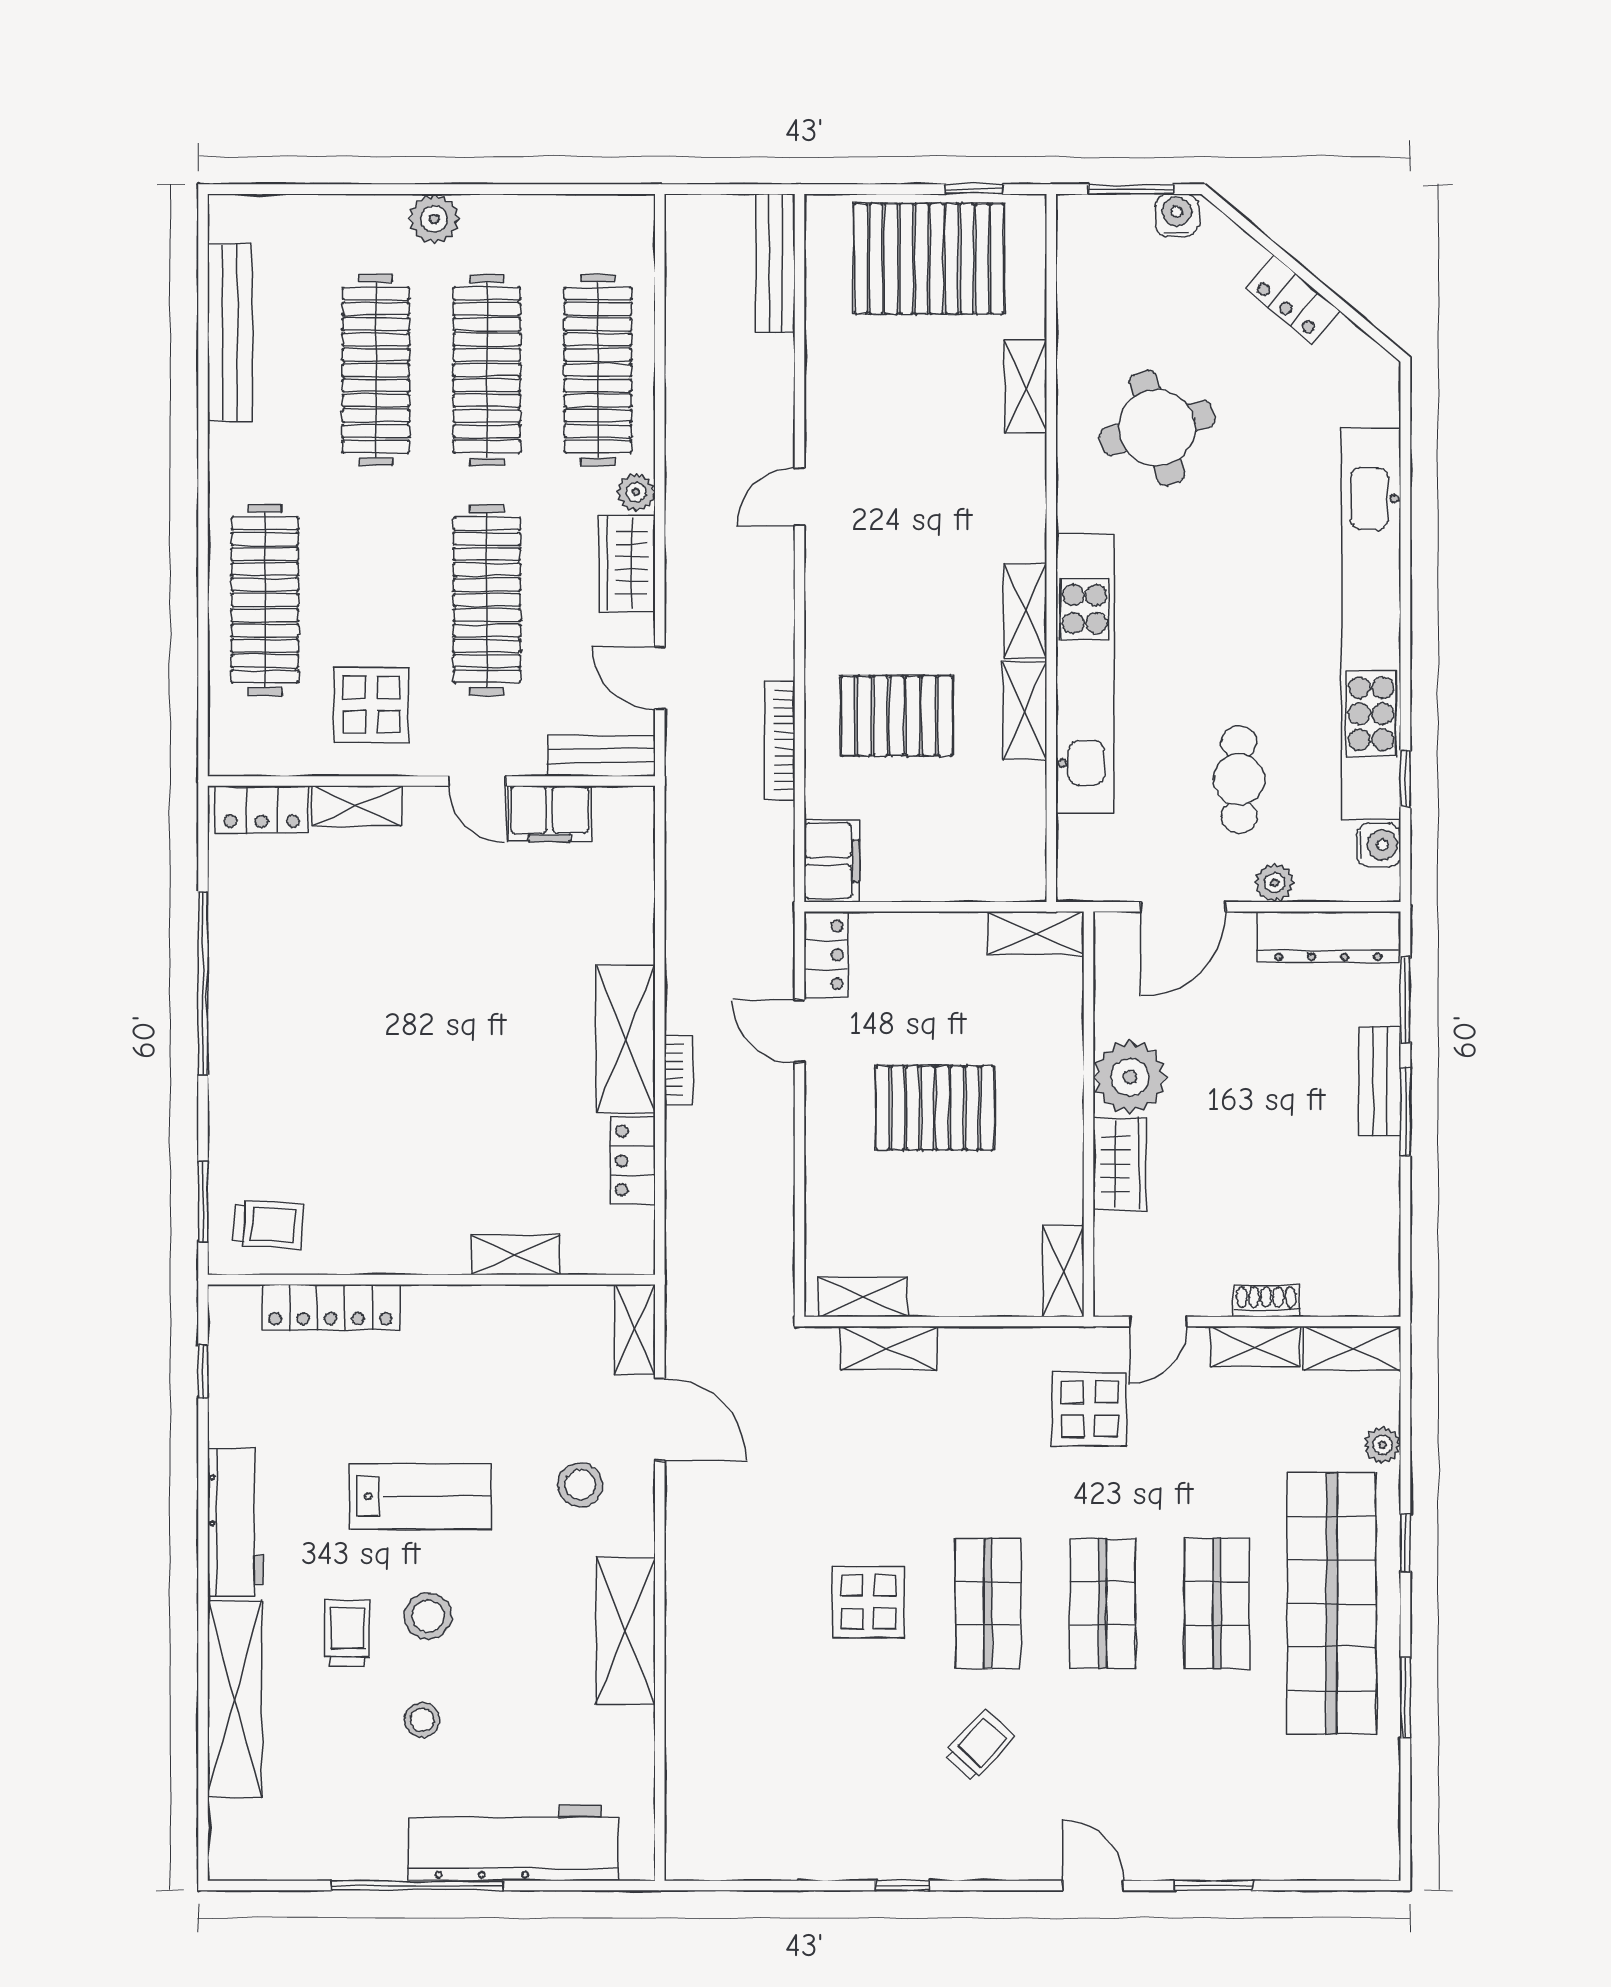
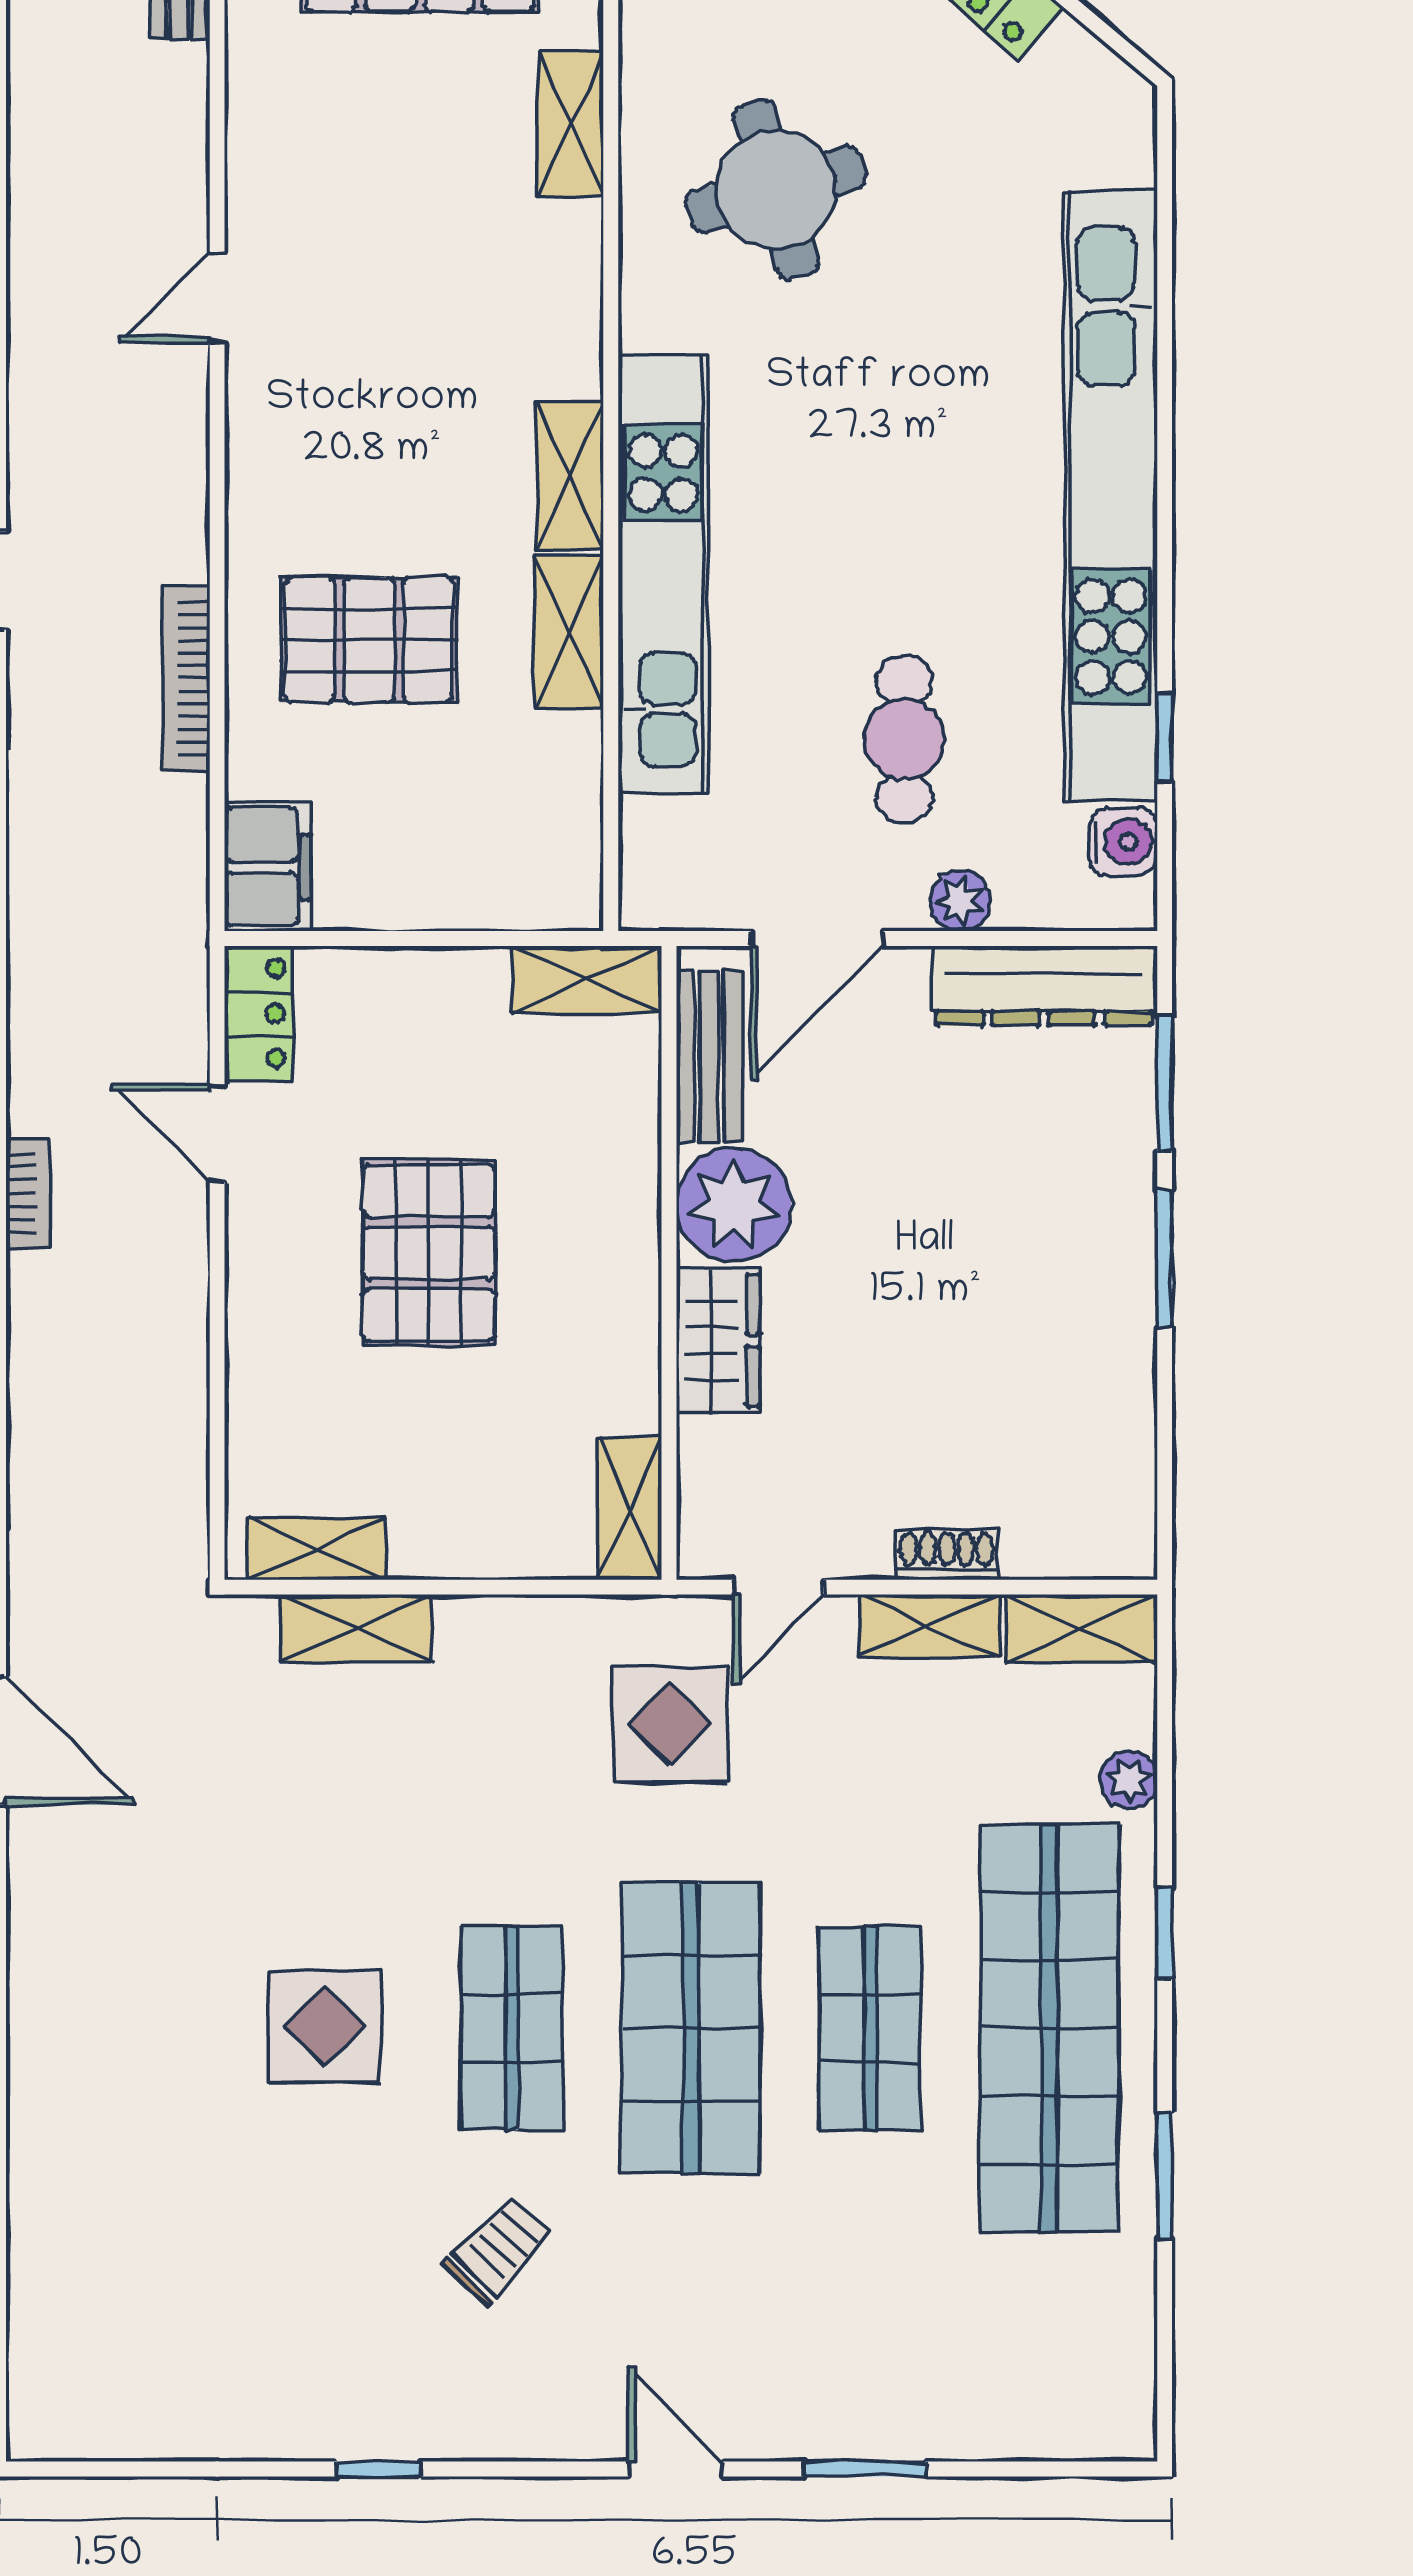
bench: (1380, 1081) -> (709, 1056), moved
pallet: (935, 1108) -> (429, 1253), turned 90
shop shelf: (1102, 1604) -> (691, 2028), width x1.43, depth x1.36

